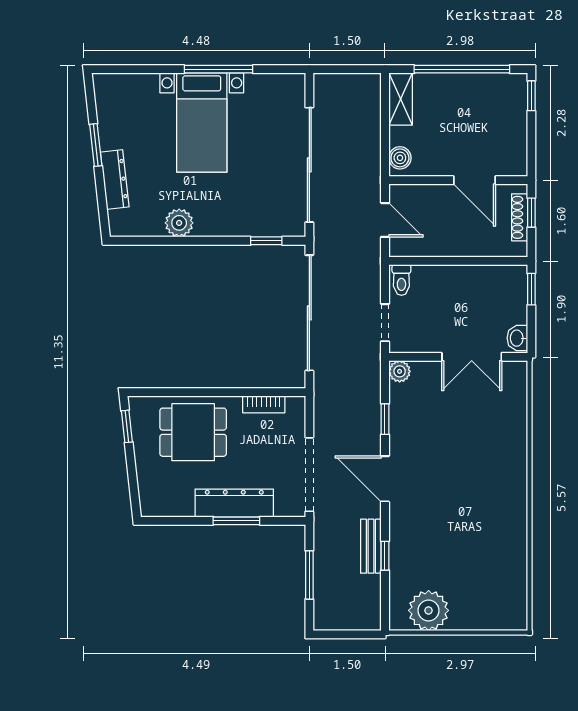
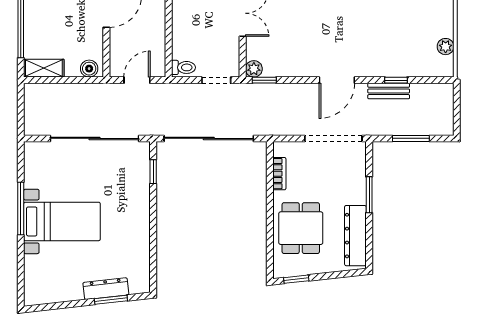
window: (96, 145) -> (111, 300), moved
plant: (179, 223) -> (139, 239), removed
window: (385, 419) -> (264, 80), moved
dresser: (234, 503) -> (355, 236), moved
plant: (429, 610) -> (446, 47), width x0.53, depth x0.53

